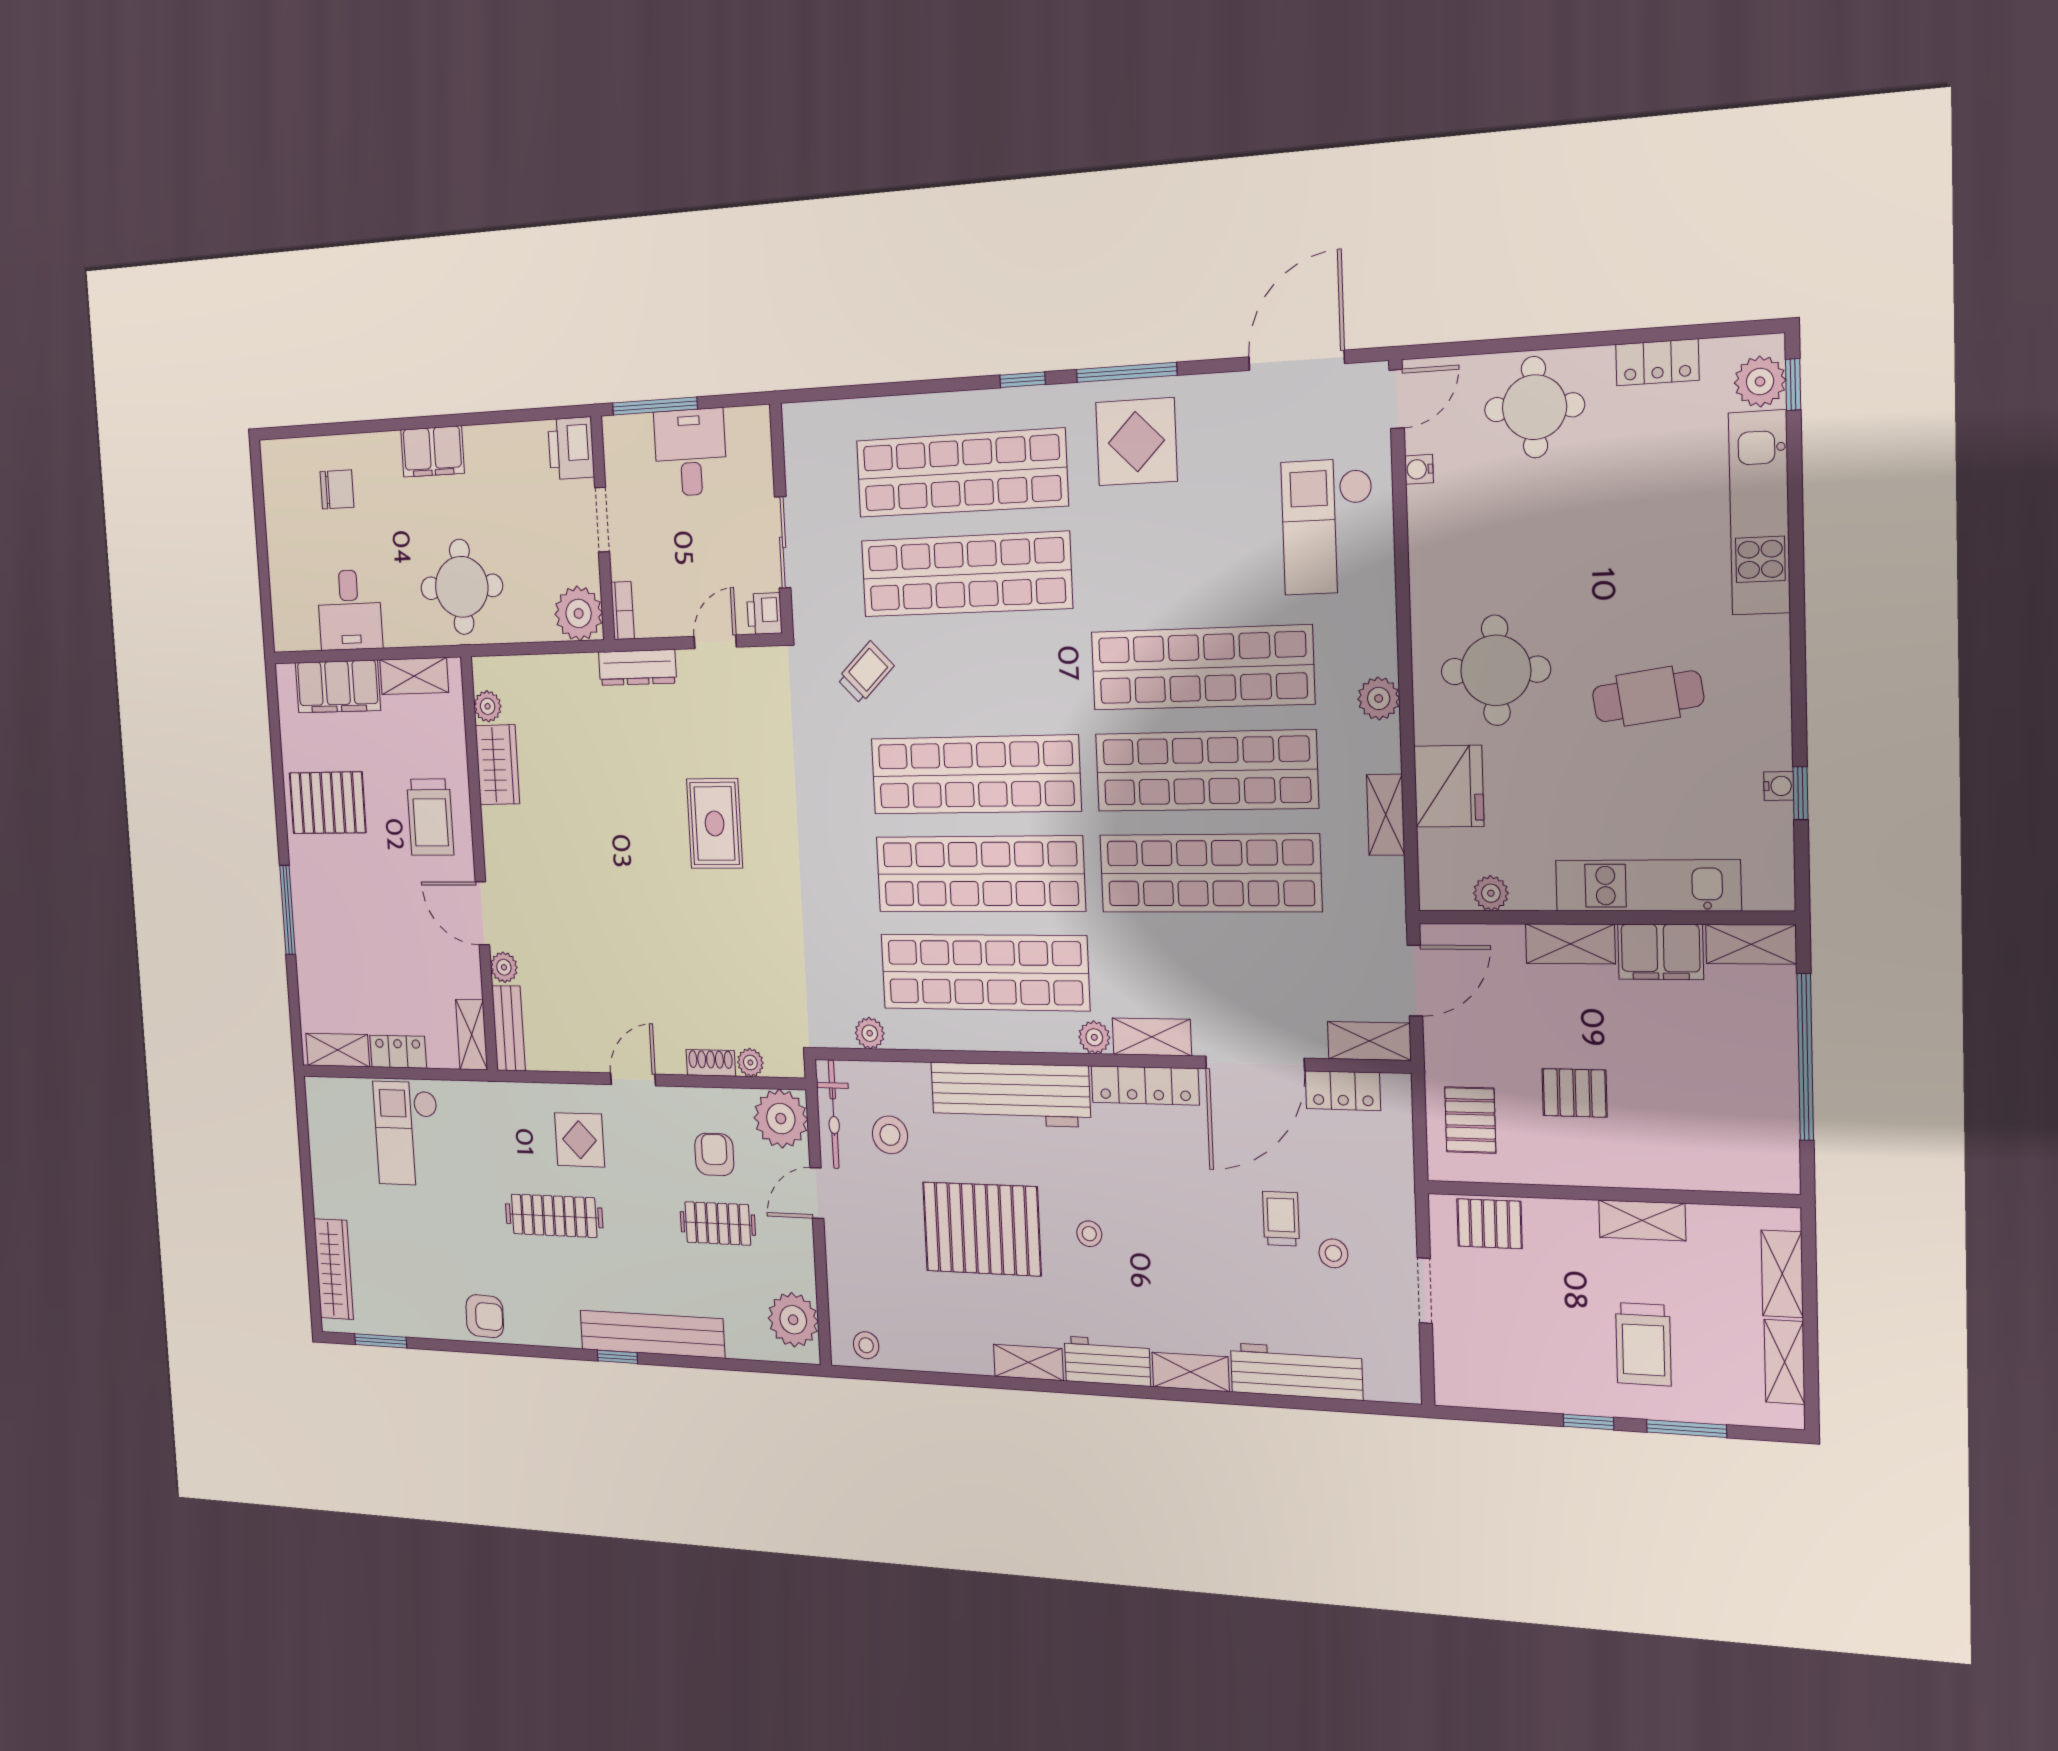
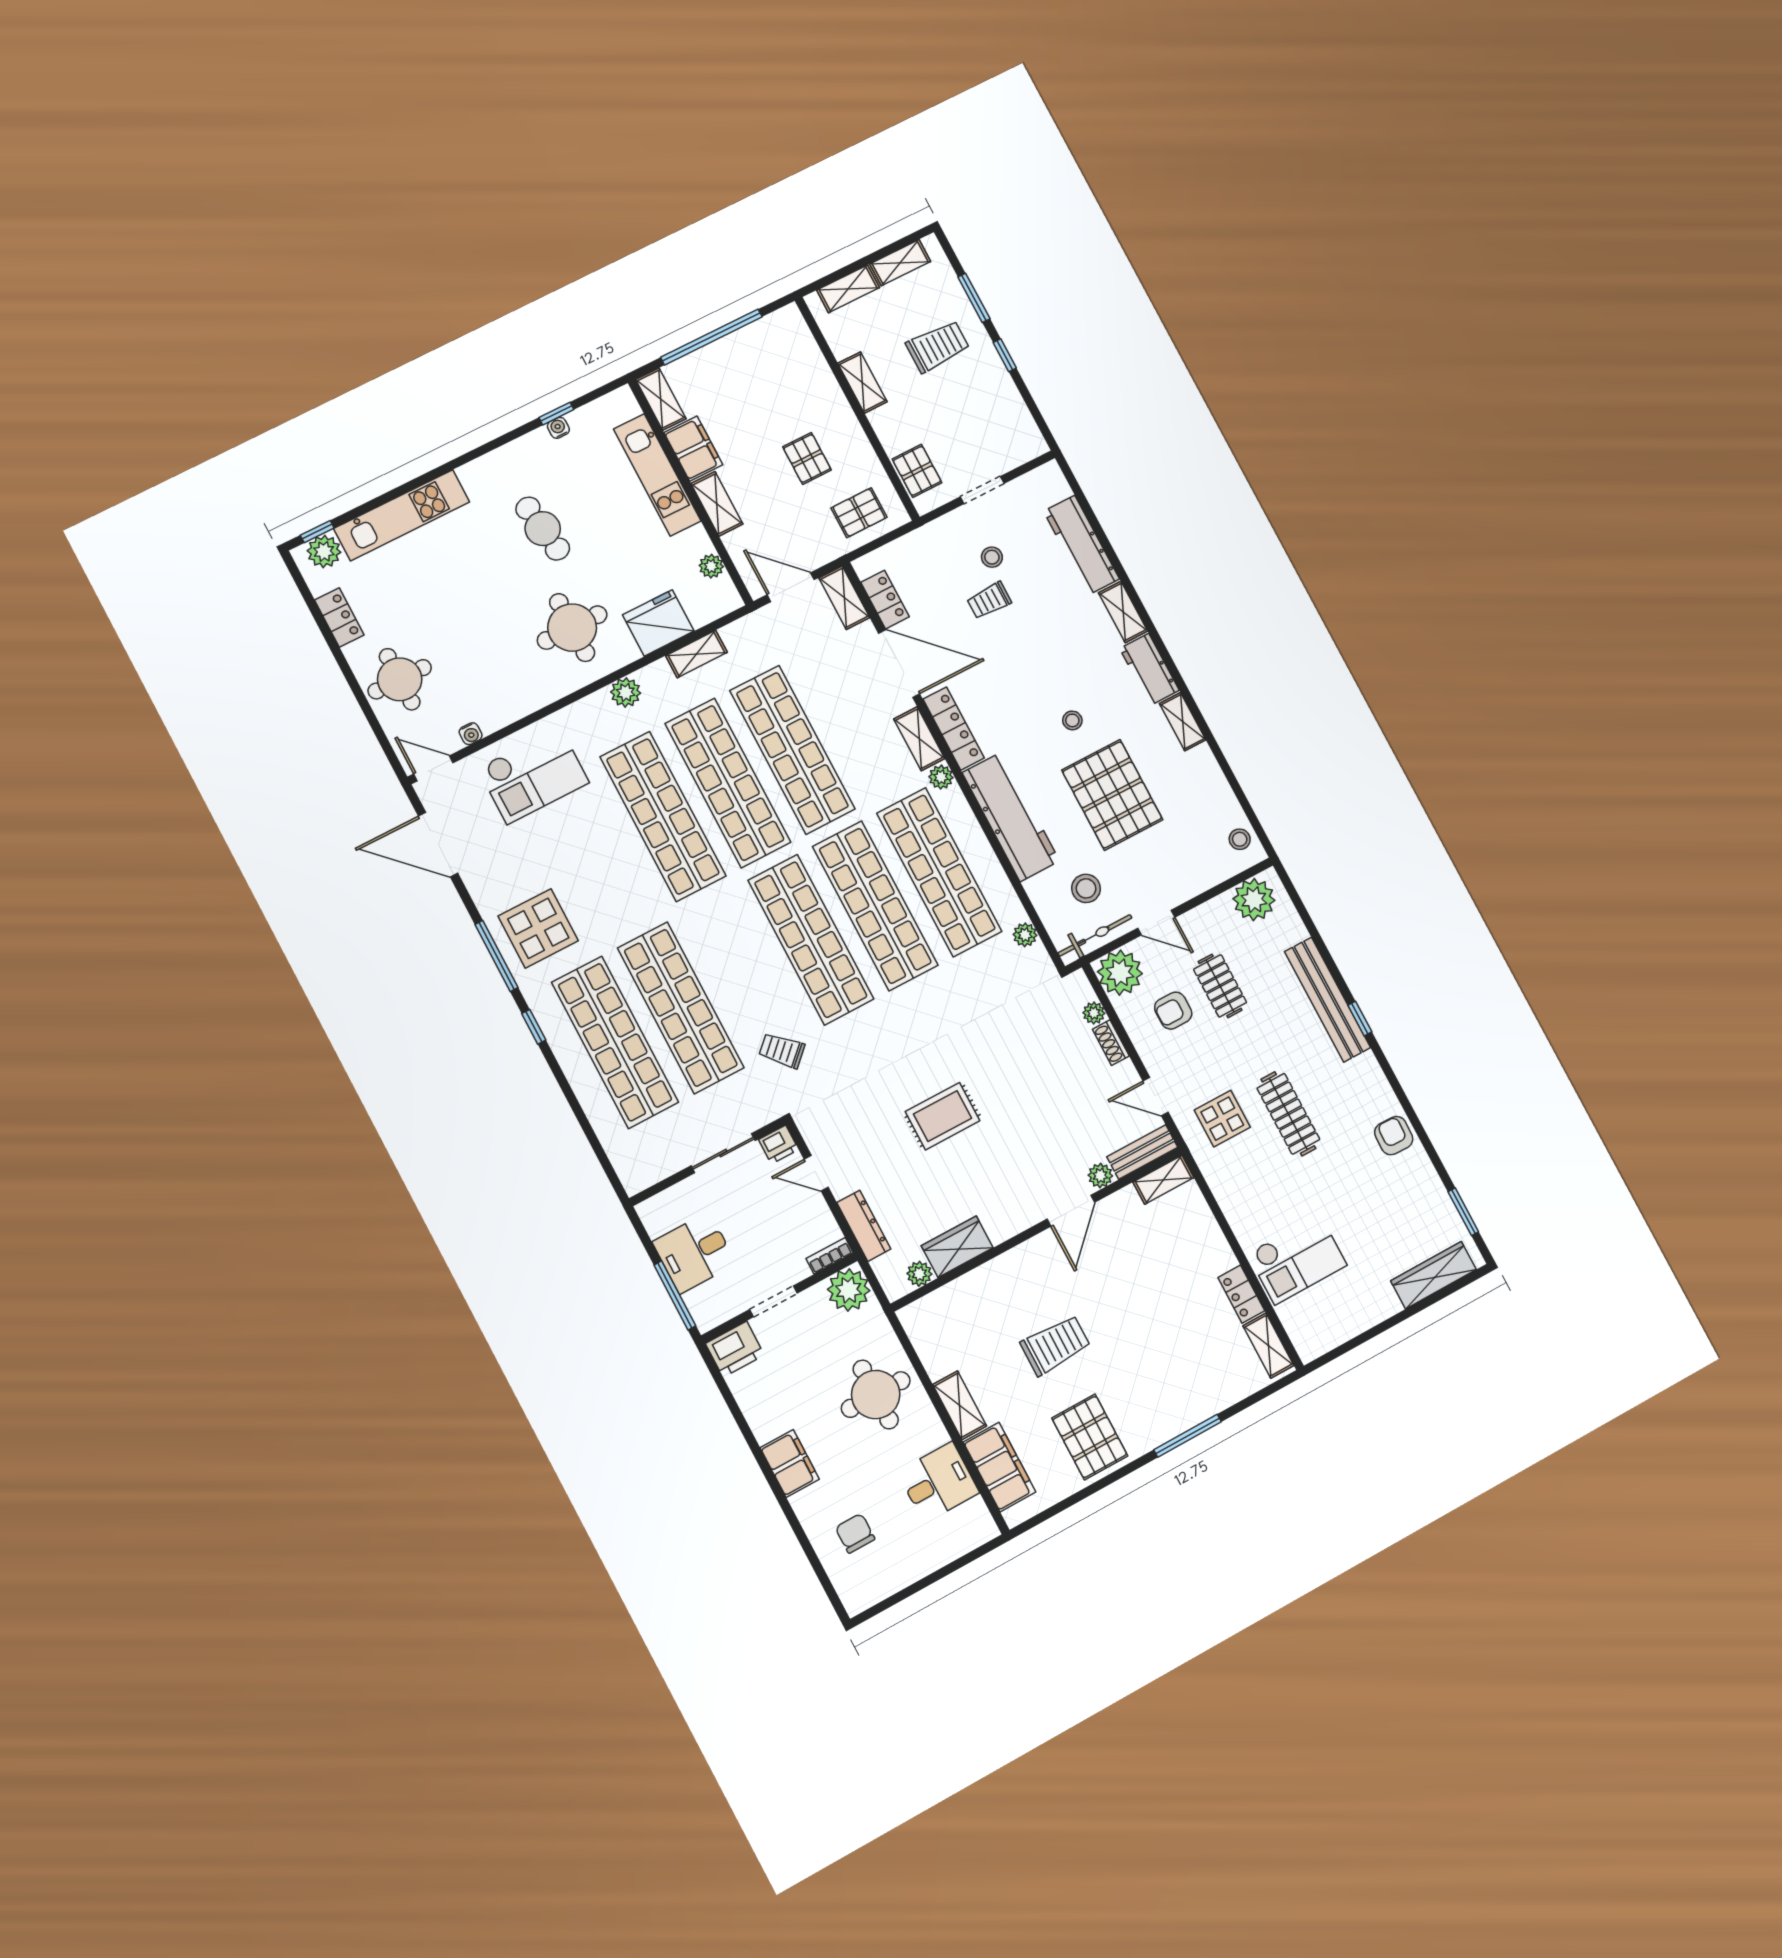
plant: (488, 706) -> (919, 1274), moved
wardrobe: (497, 765) -> (957, 1247), moved
wall: (479, 865) -> (1037, 1229), moved
door: (482, 913) -> (1071, 1211), moved
plant: (504, 967) -> (1100, 1176), moved
bench: (508, 1028) -> (1142, 1152), moved
shelving: (472, 1035) -> (1163, 1180), moved

